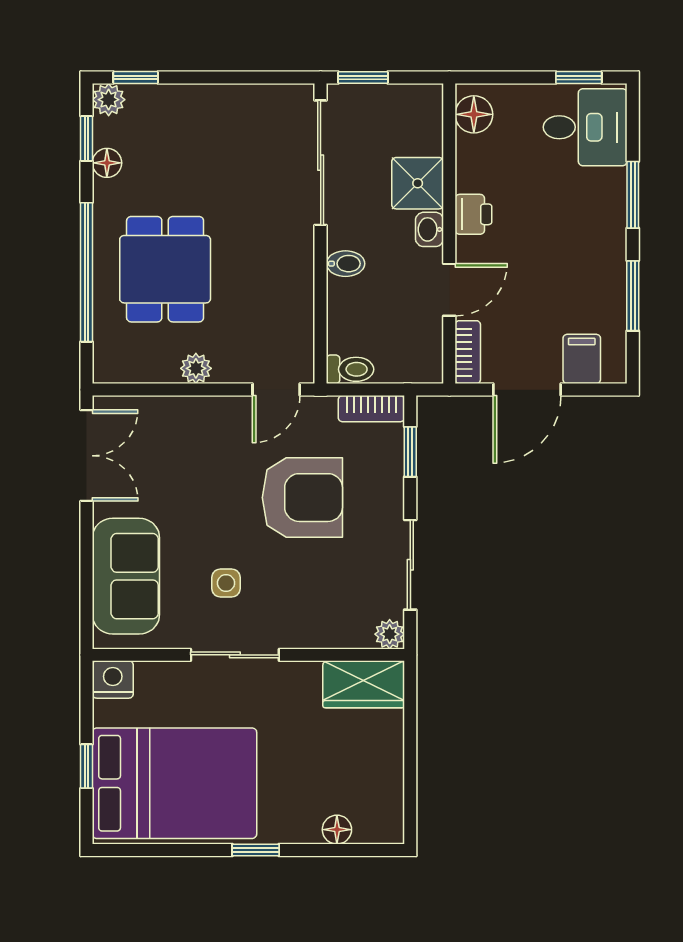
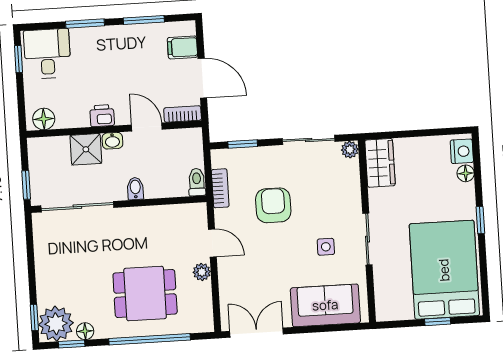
plant: (109, 100) -> (56, 324), width x1.87, depth x1.87
door: (276, 390) -> (212, 243), moved
bookcase: (371, 409) -> (220, 188), moved
armchair: (302, 498) -> (273, 205), width x0.73, depth x0.73
nightstand: (113, 680) -> (462, 151), moved, turned 180

